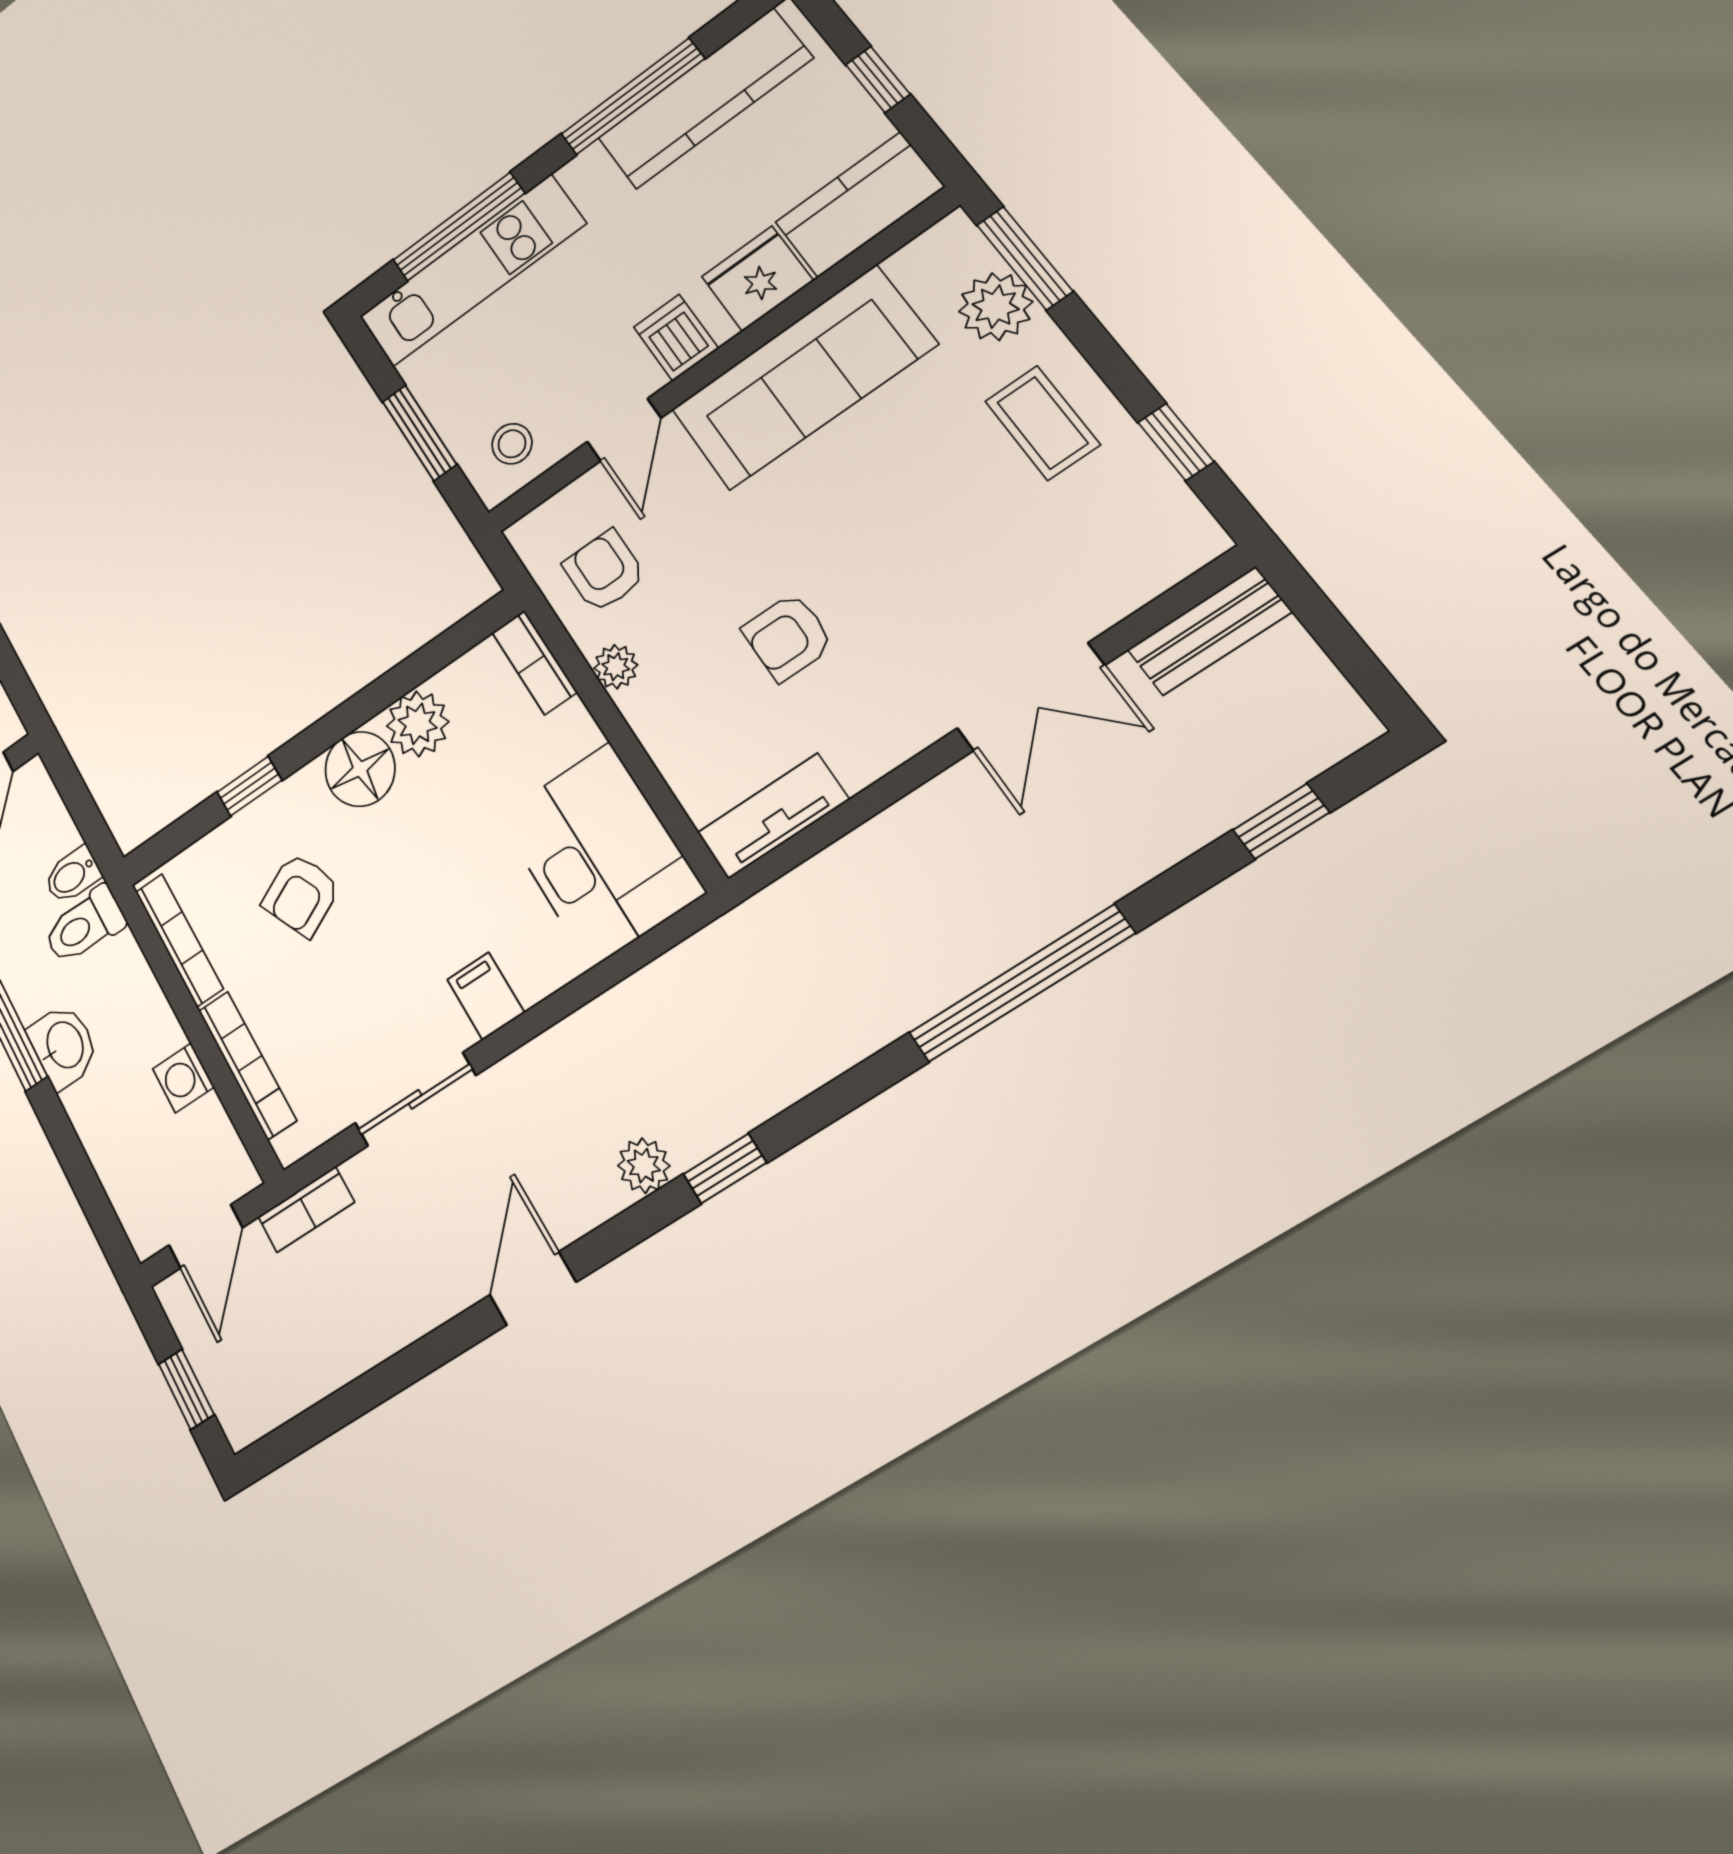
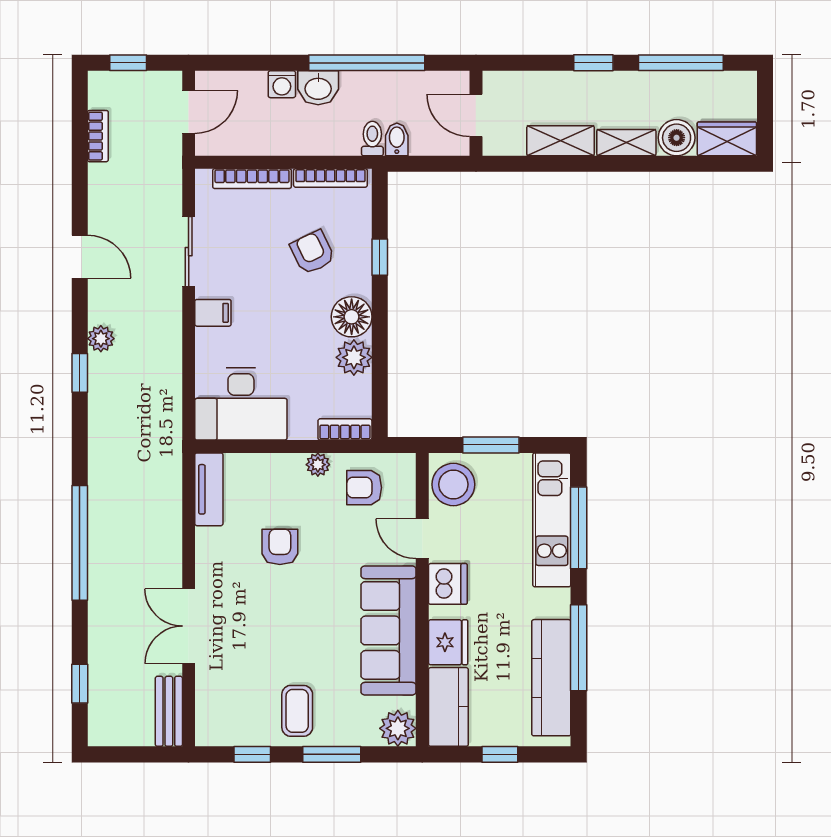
window: (1025, 258) -> (332, 754), moved
plant: (996, 307) -> (398, 728), moved
dishwasher: (676, 338) -> (448, 584), width x1.38
coffee table: (1042, 423) -> (297, 711), turned 90
stool: (512, 444) -> (453, 484), width x1.89, depth x1.89
armchair: (604, 571) -> (364, 488), turned 180
toilet: (84, 926) -> (372, 139), width x0.73, depth x0.72
washing machine: (183, 1078) -> (282, 84), moved, turned 180
bookcase: (306, 1209) -> (98, 136), moved, turned 180
door: (206, 1236) -> (189, 112), swing flipped

